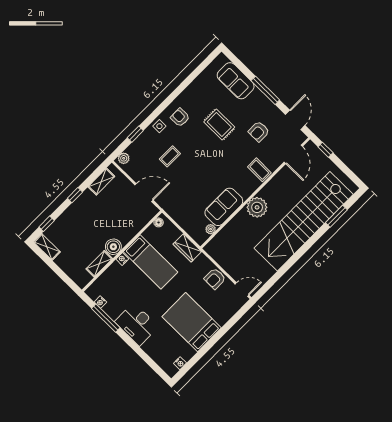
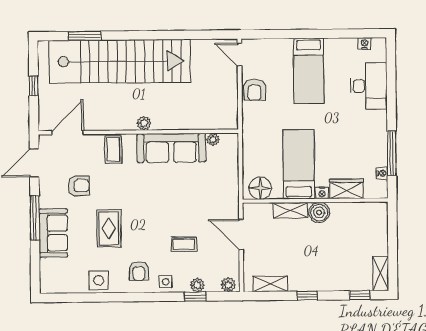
sofa: (236, 81) -> (53, 233), moved
side table: (197, 91) -> (99, 280), added
plant: (140, 141) -> (197, 285), added
window: (325, 150) -> (34, 86), moved
sofa: (224, 207) -> (171, 148), width x1.36
plant: (257, 207) -> (144, 123), width x0.53, depth x0.53
floor lamp: (159, 222) -> (260, 188), width x1.89, depth x1.89
wardrobe: (187, 248) -> (346, 189), moved, turned -90
shelving: (99, 264) -> (290, 210), moved
armchair: (215, 279) -> (254, 90), turned 90
bed: (192, 322) -> (309, 71), width x0.67
desk: (137, 324) -> (369, 86), moved

